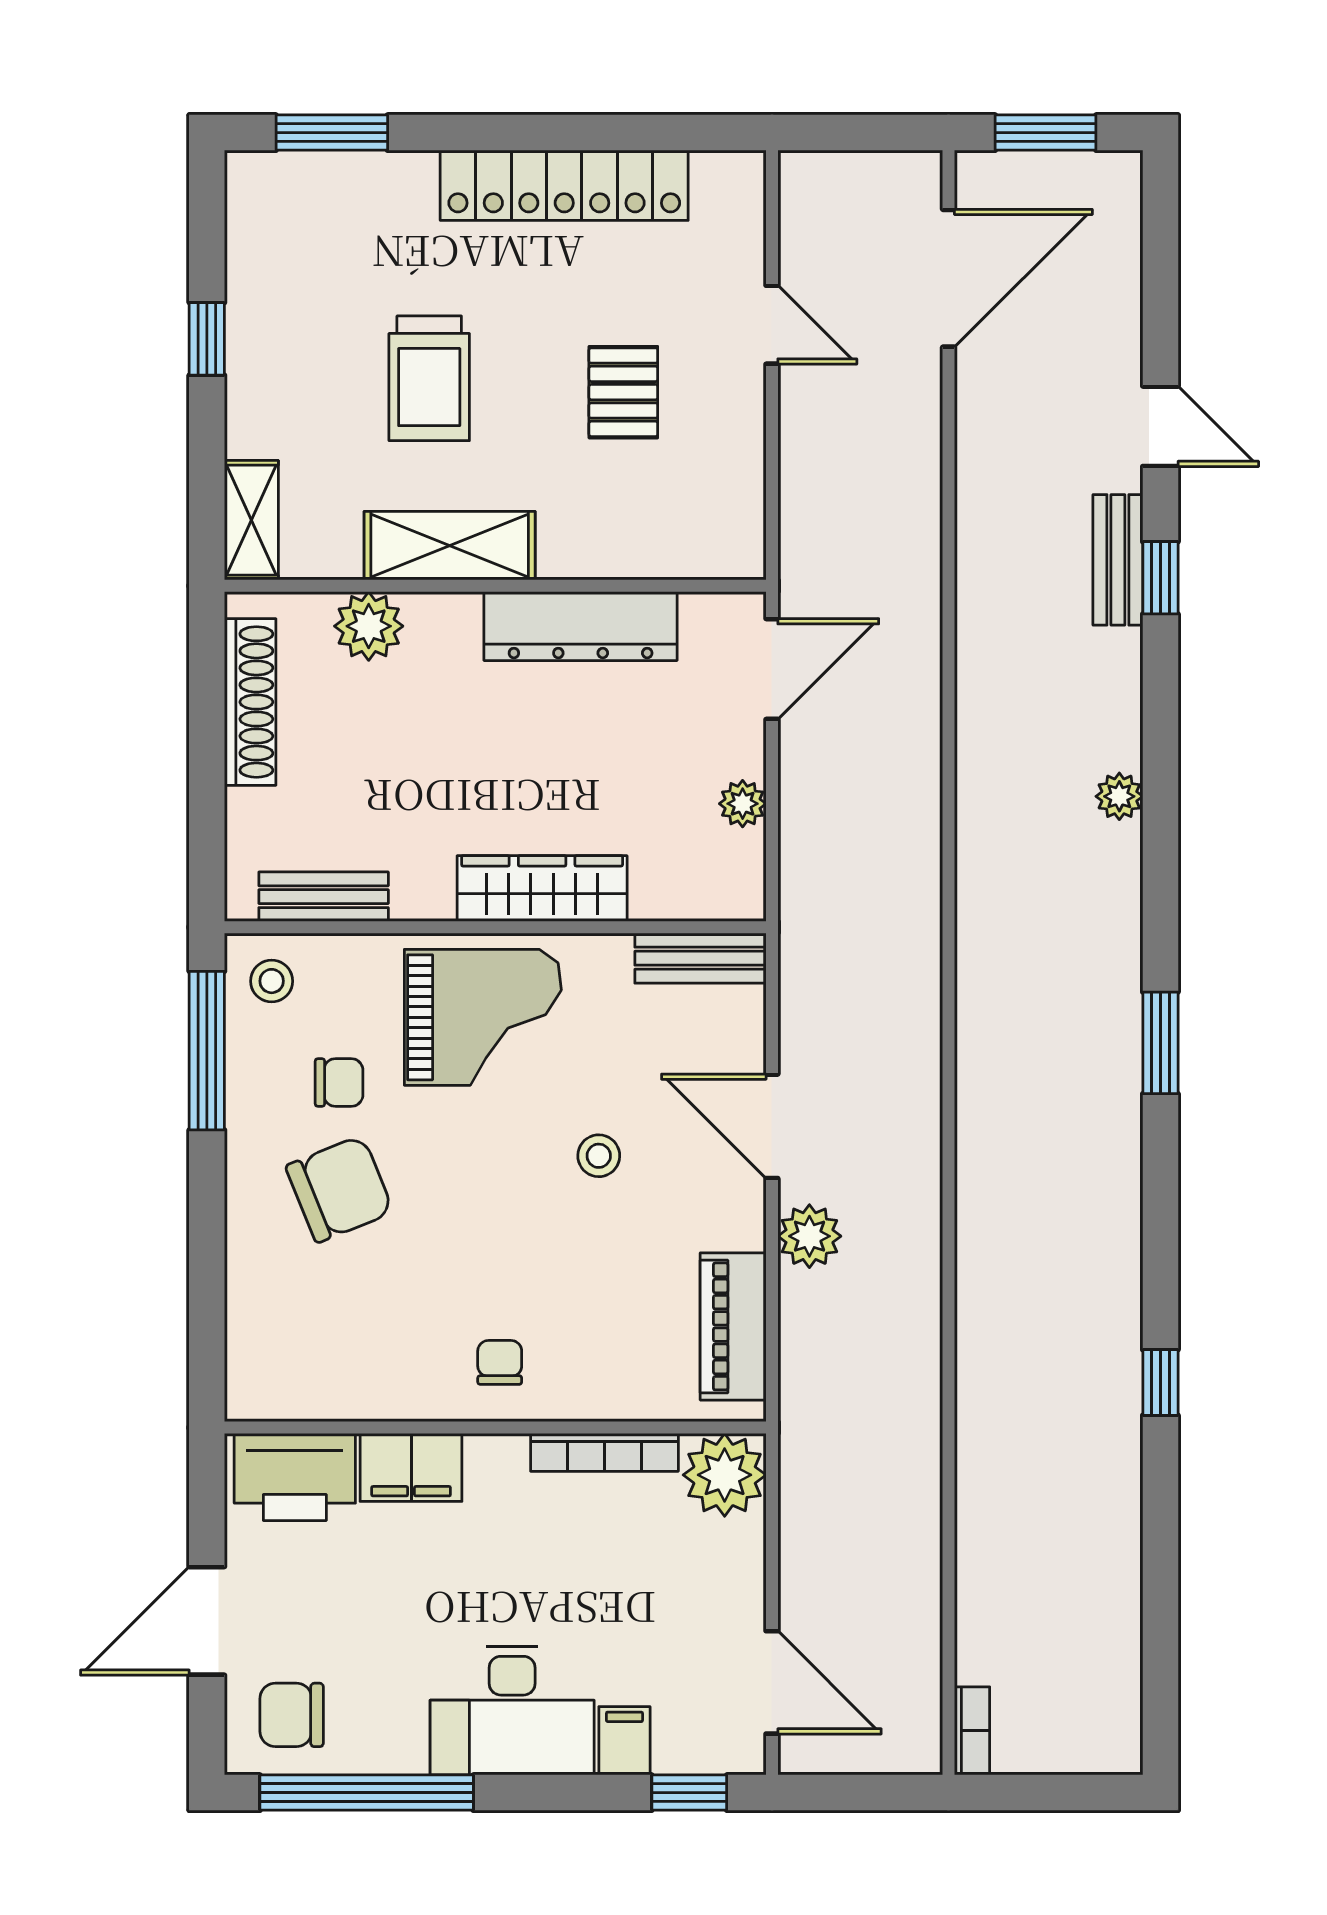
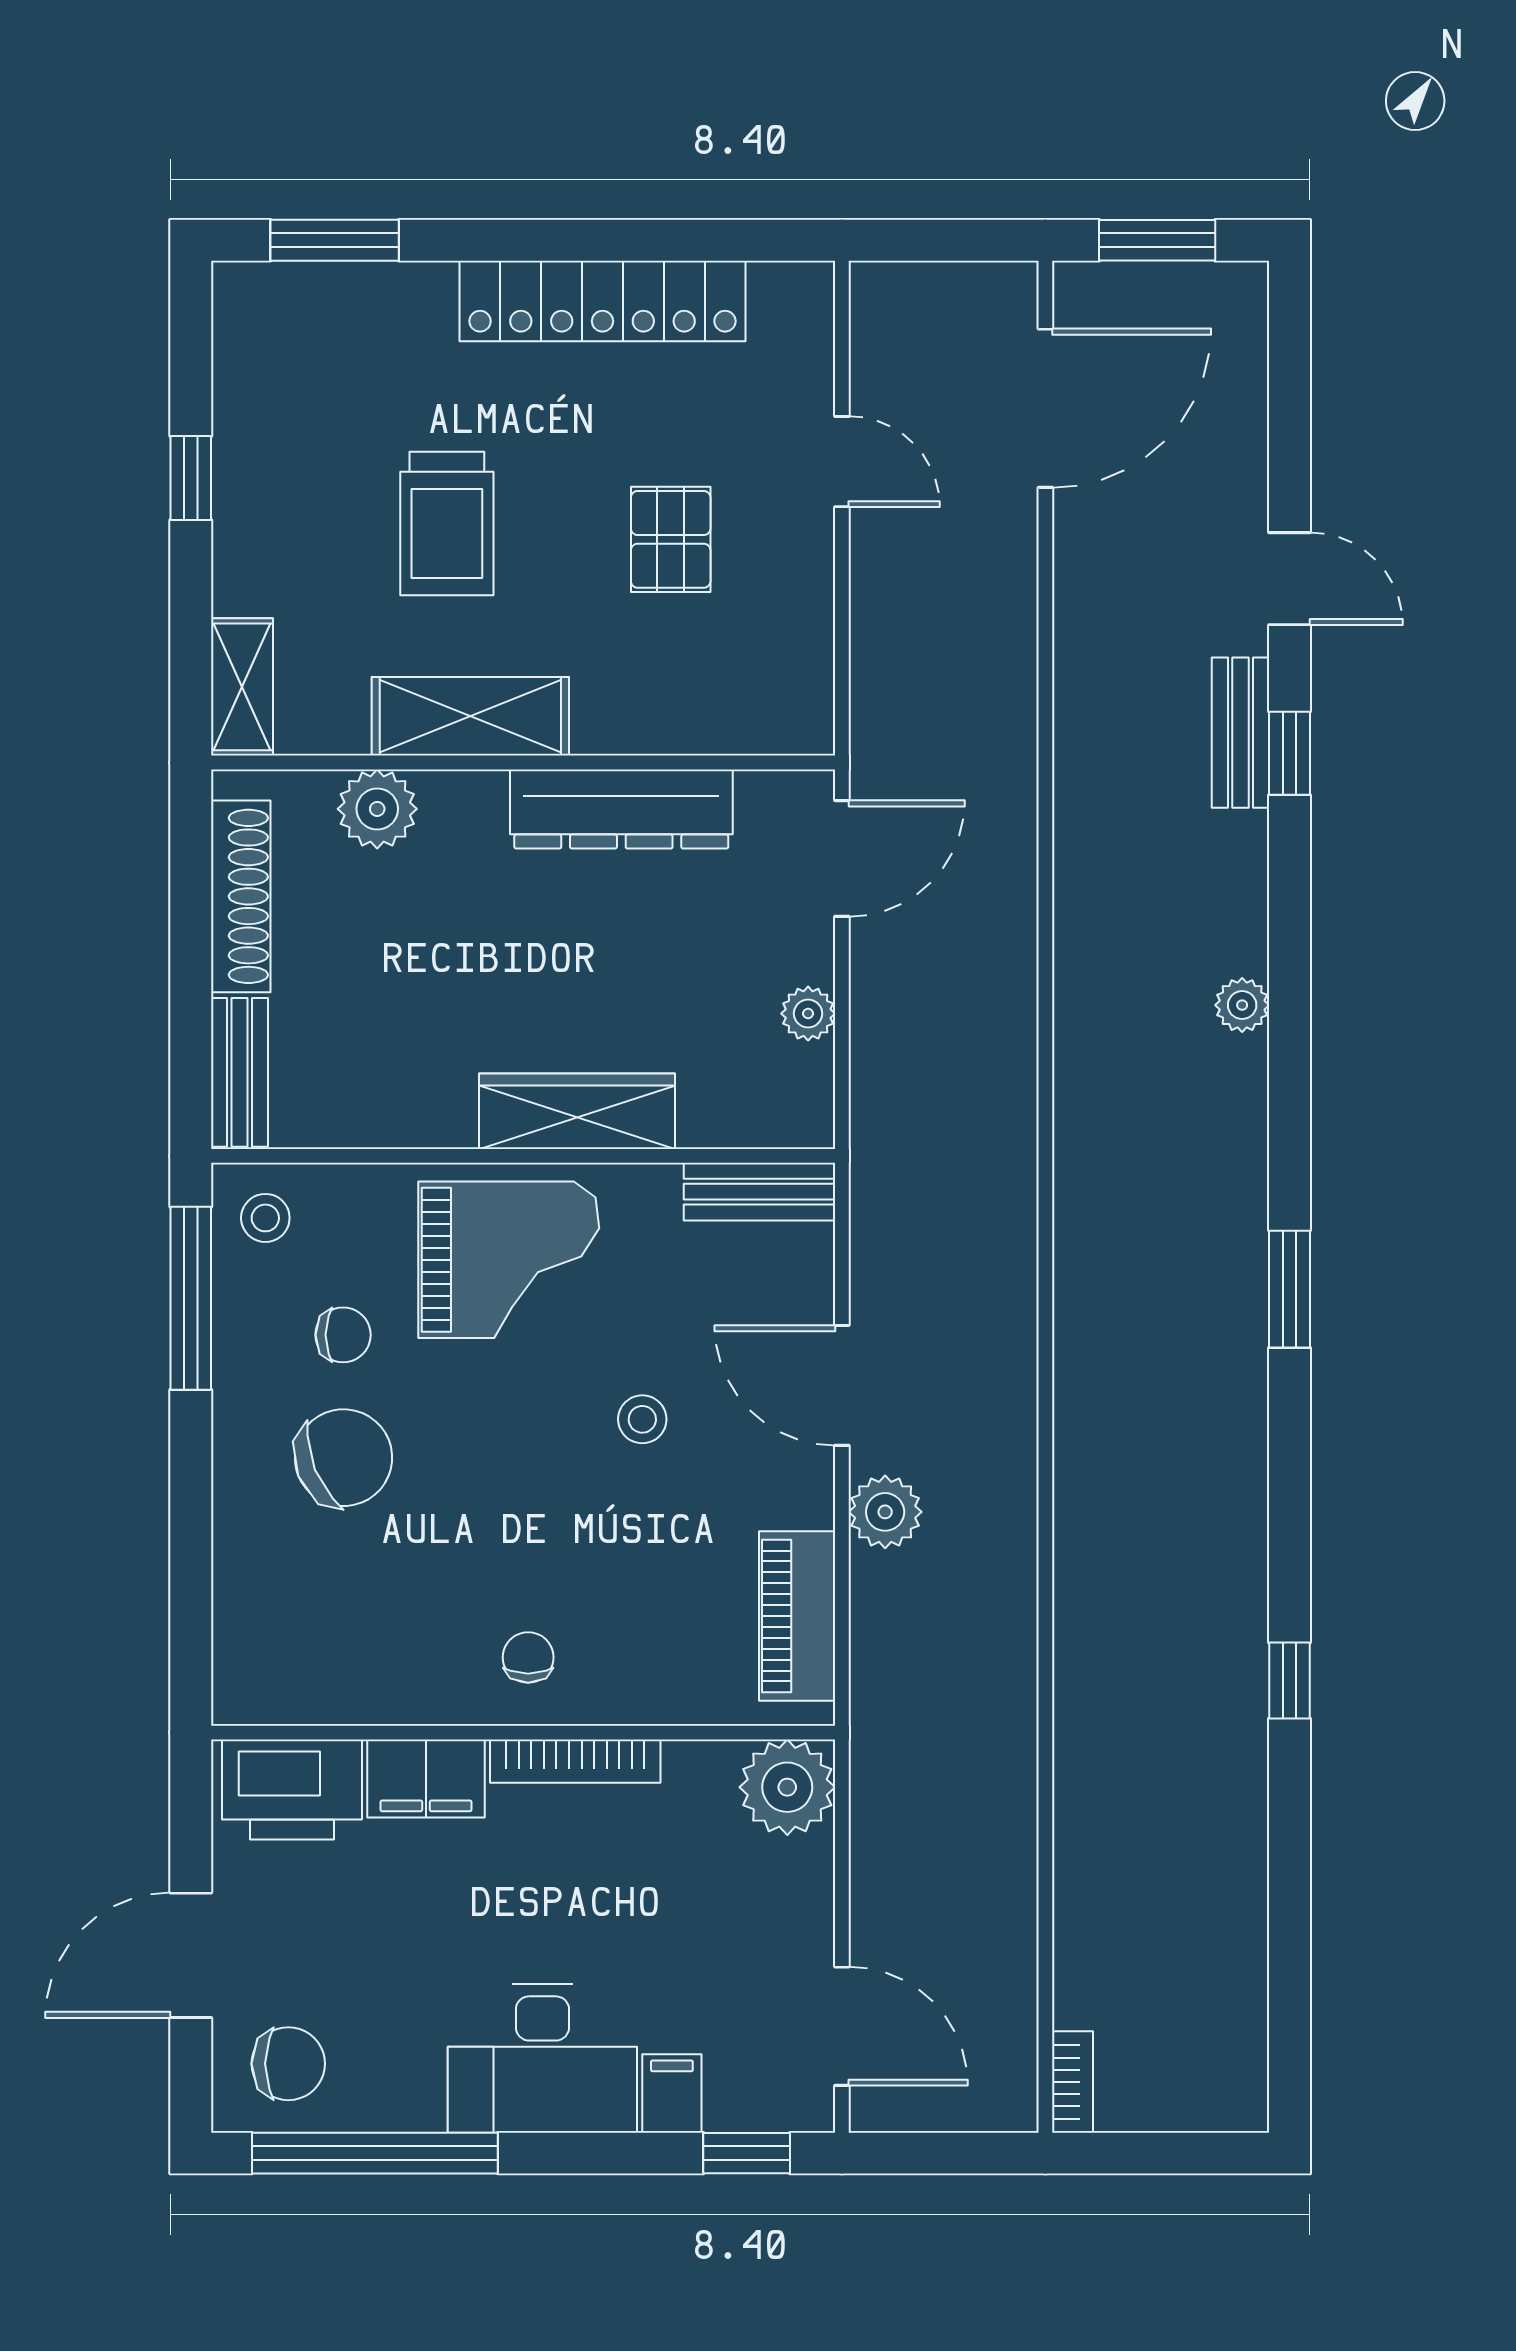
bench: (324, 897) -> (239, 1072), moved, turned 90
bookcase: (604, 1452) -> (575, 1761), moved
chair: (292, 1715) -> (288, 2064), turned 180

